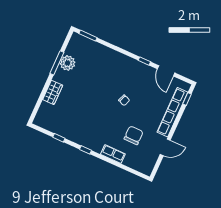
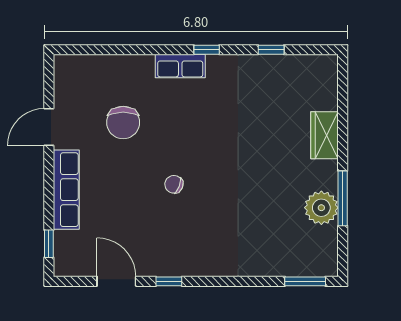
row of seats: (172, 112) -> (66, 190), width x0.73
row of seats: (113, 154) -> (180, 66), moved

